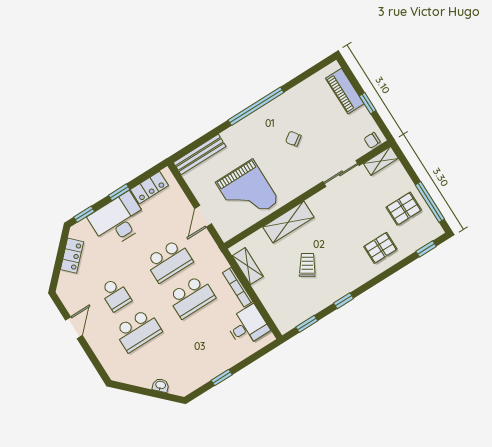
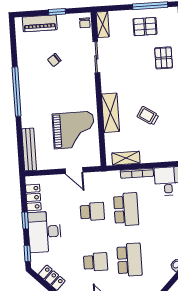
chair: (293, 139) -> (54, 60), moved
pallet: (404, 209) -> (145, 27), turned 90
school desk: (169, 261) -> (92, 212), width x0.54

